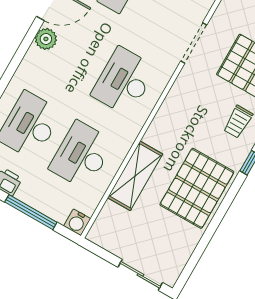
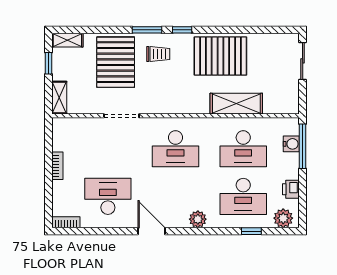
plant: (46, 39) -> (198, 219), moved
window: (31, 212) -> (303, 146), moved
water cooler: (77, 222) -> (291, 144), moved

